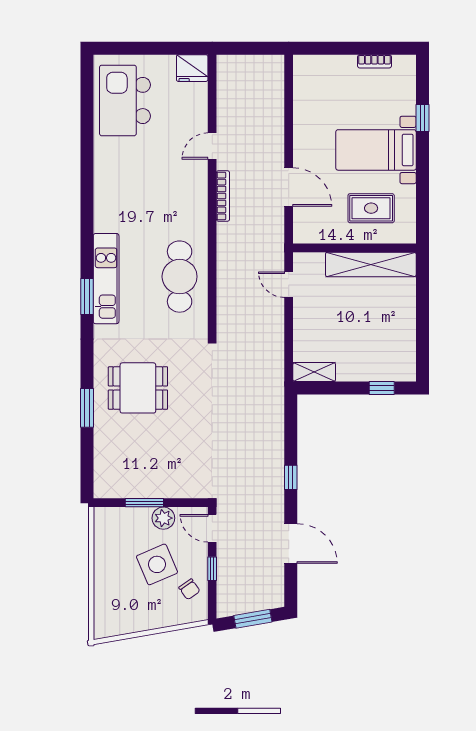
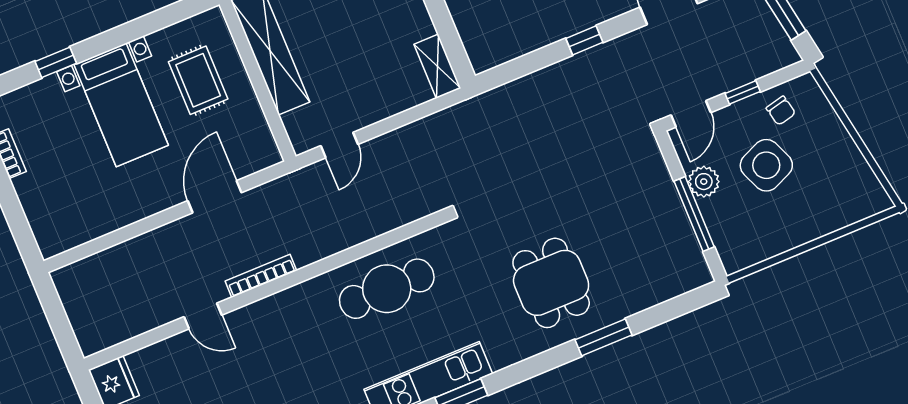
window: (144, 503) -> (694, 214), width x1.44
chair: (189, 589) -> (781, 111), turned 112

